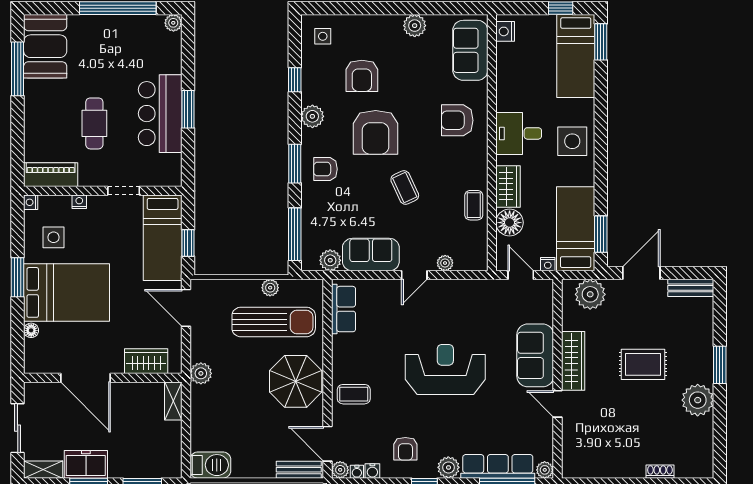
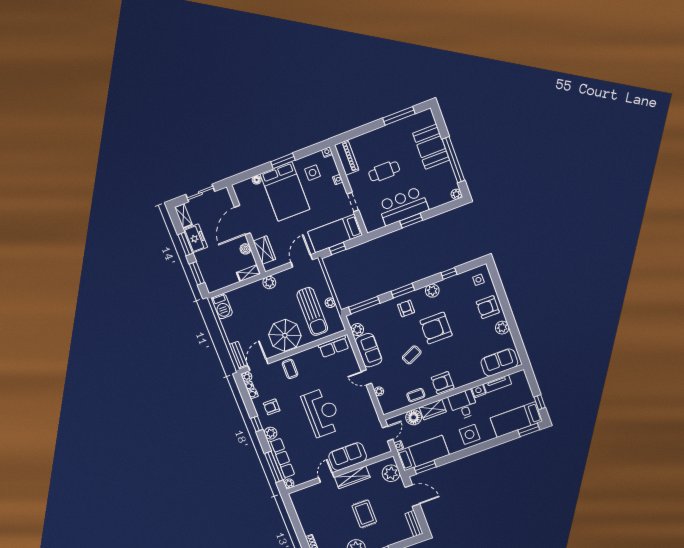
nightstand: (505, 31) -> (479, 391), moved
booth: (45, 46) -> (431, 147), moved, turned 90
tv unit: (505, 66) -> (497, 384), added
armchair: (362, 76) -> (488, 307), moved
armchair: (457, 120) -> (443, 383), moved, turned -90
boiler: (133, 391) -> (245, 249), added

